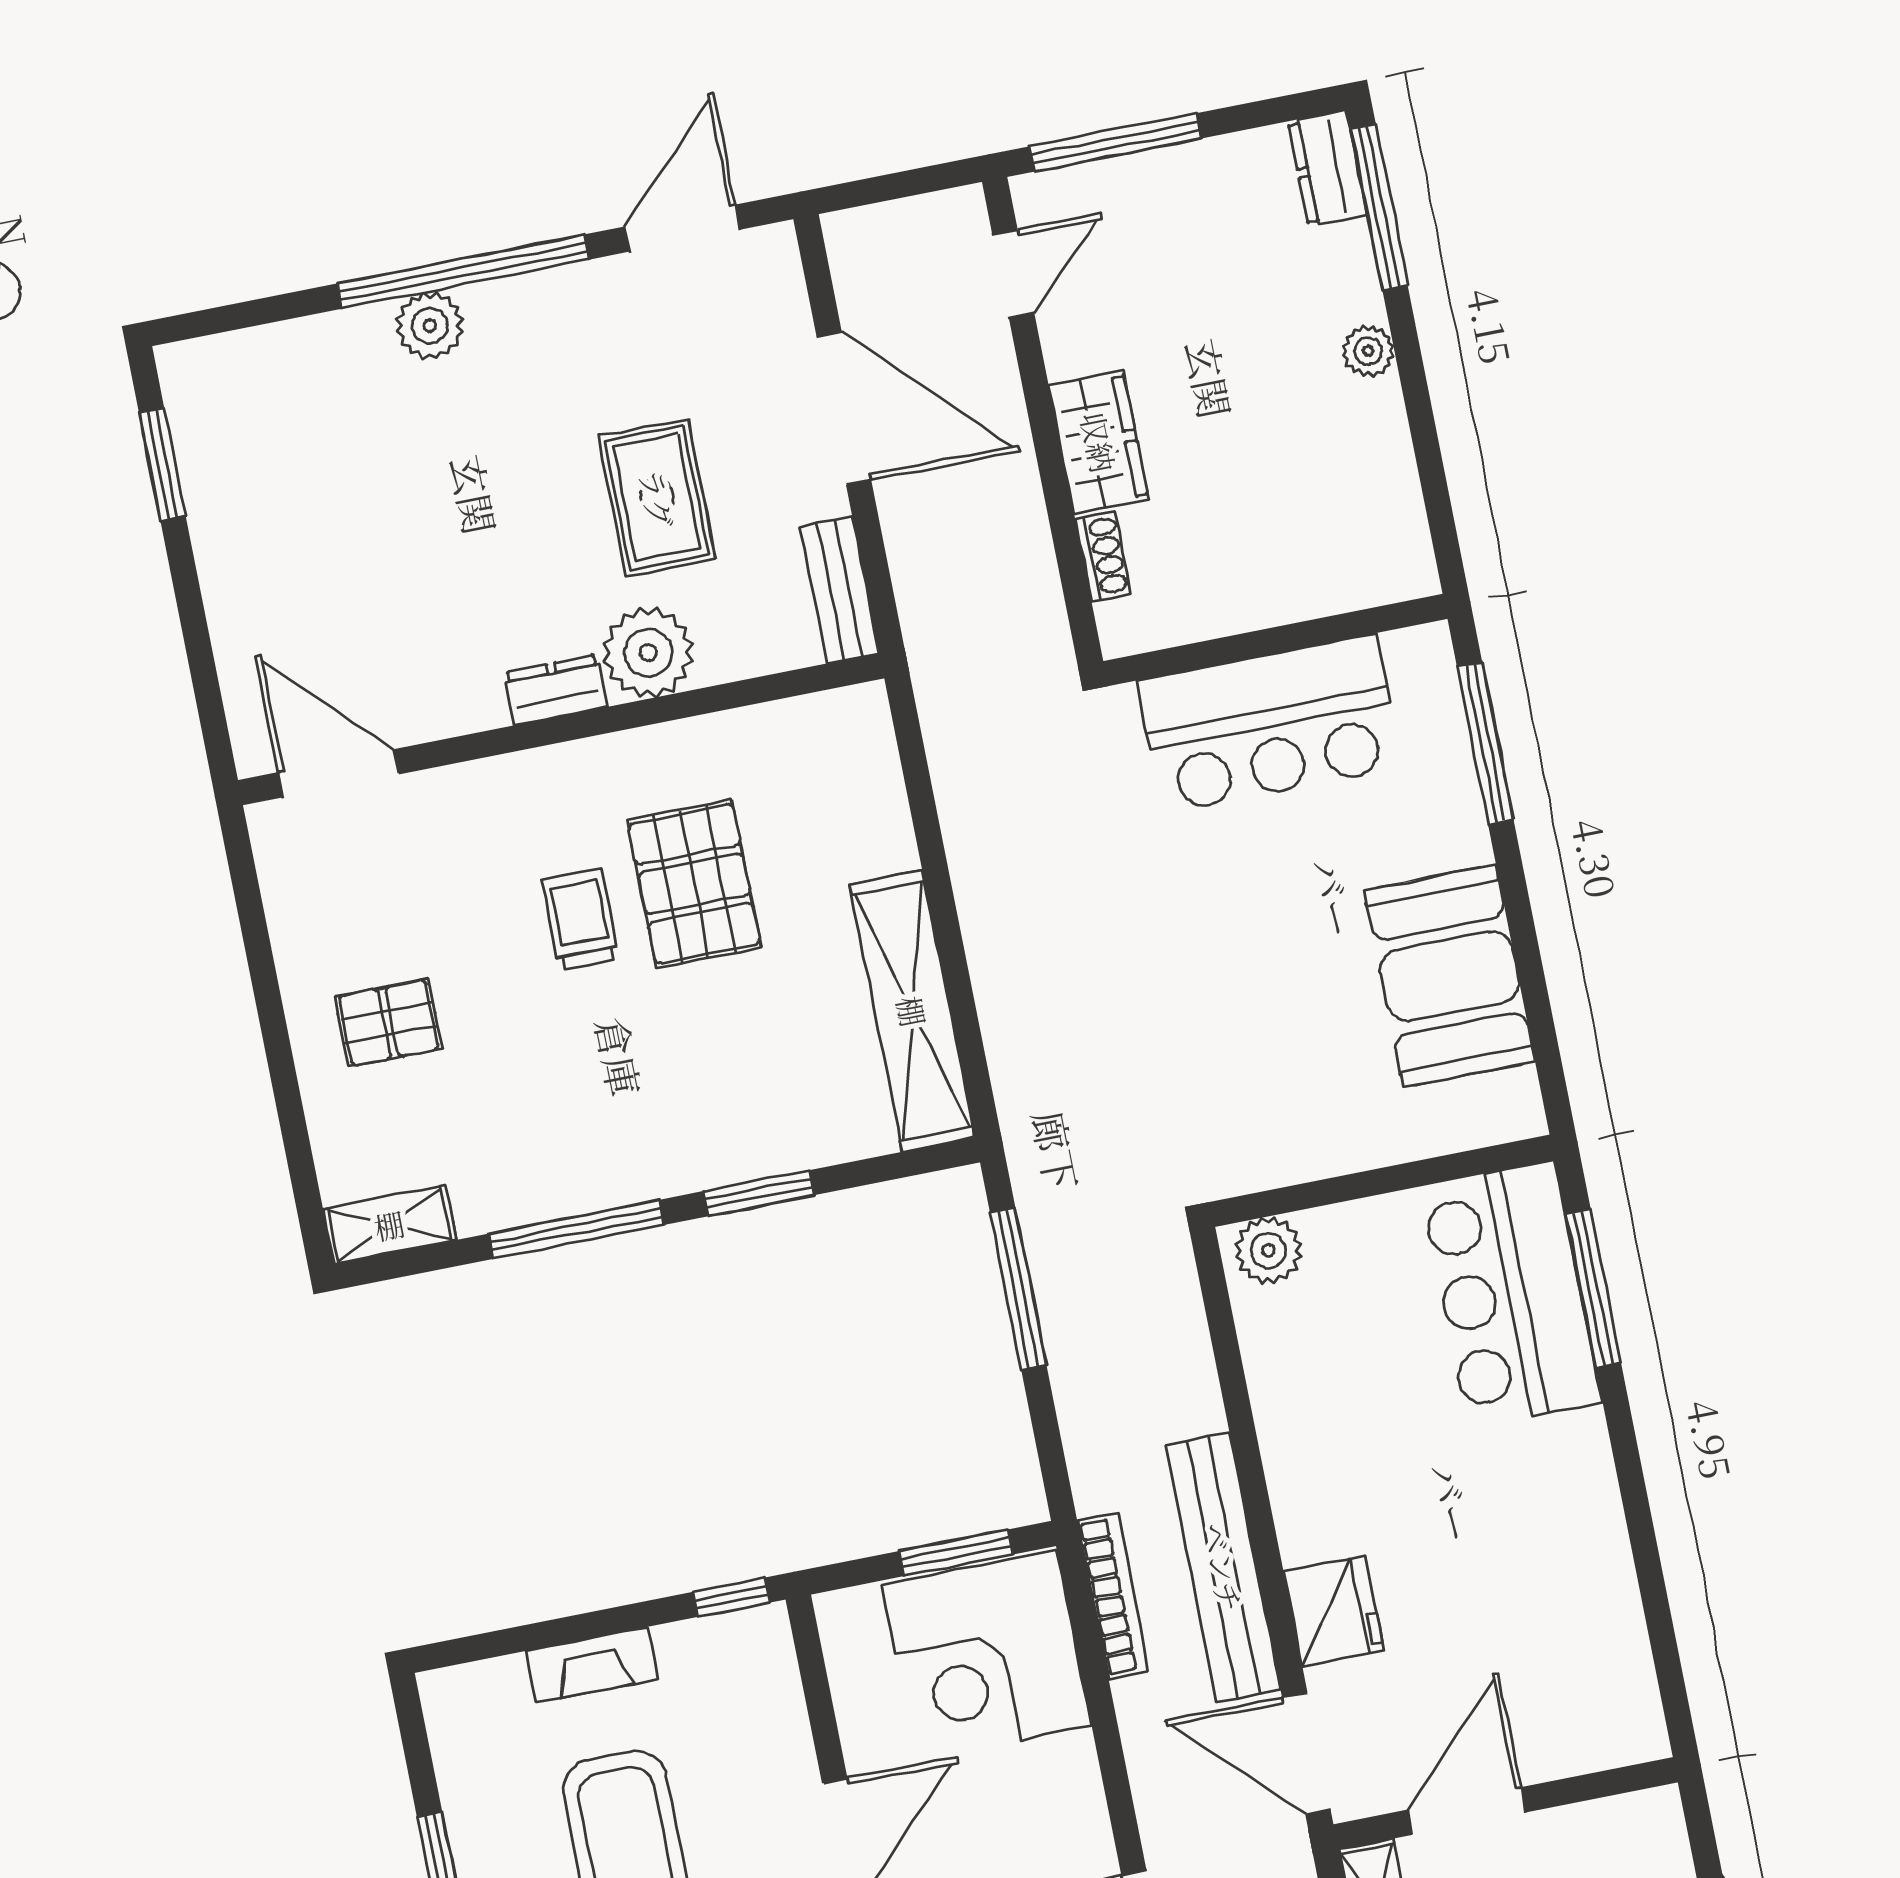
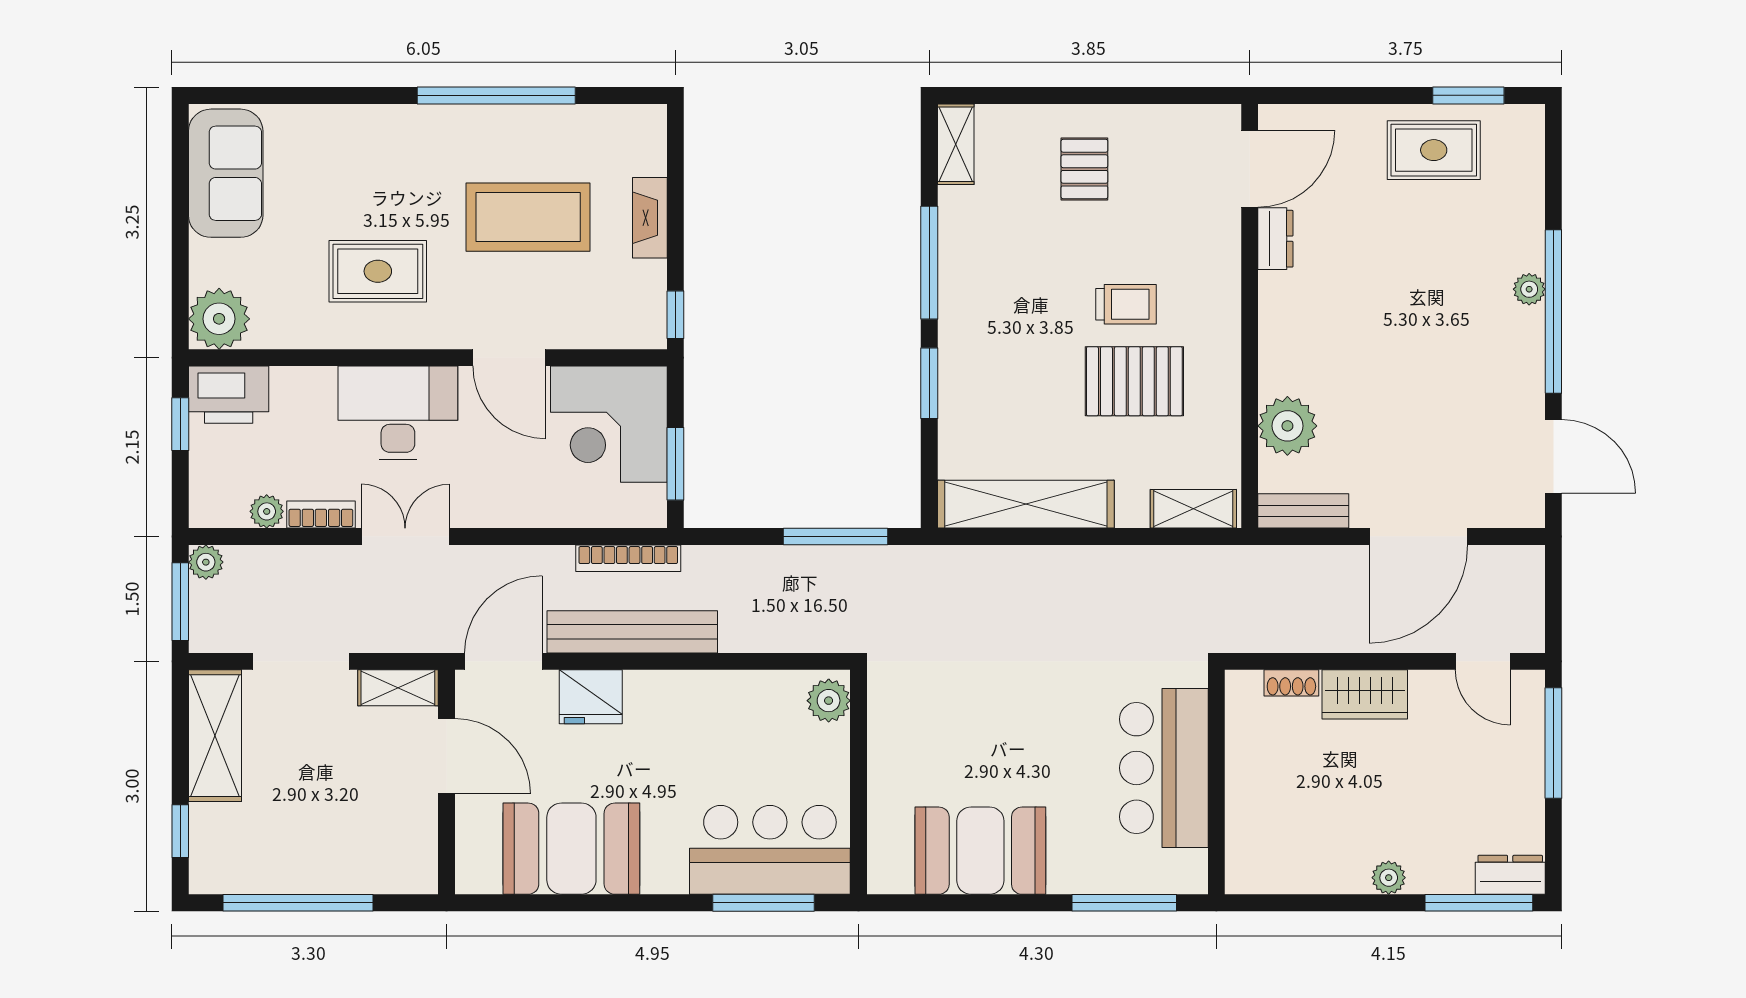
plant: (430, 326) -> (1529, 289), width x0.73, depth x0.73
rug: (657, 498) -> (1434, 150), moved
plant: (648, 653) -> (1287, 426), moved
dresser: (555, 690) -> (1275, 239), moved
shelving: (869, 757) -> (1193, 509), added
booth: (1569, 1595) -> (571, 849), added
corner desk: (986, 1655) -> (609, 424), moved, turned -90

